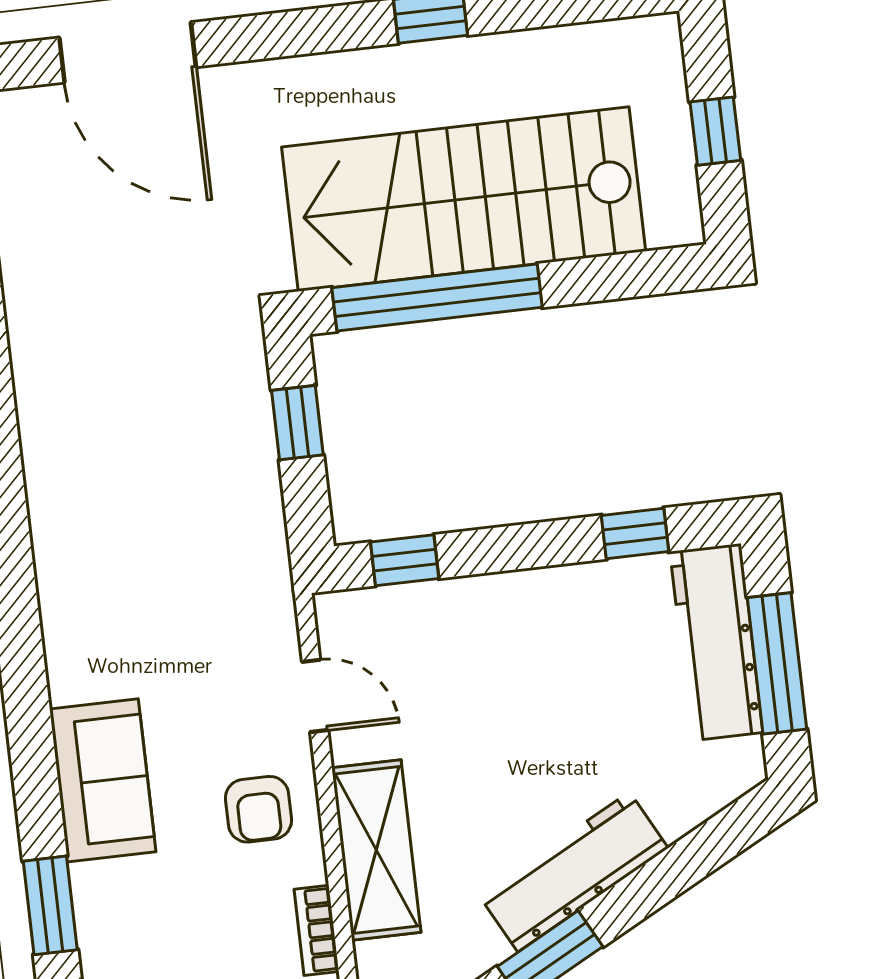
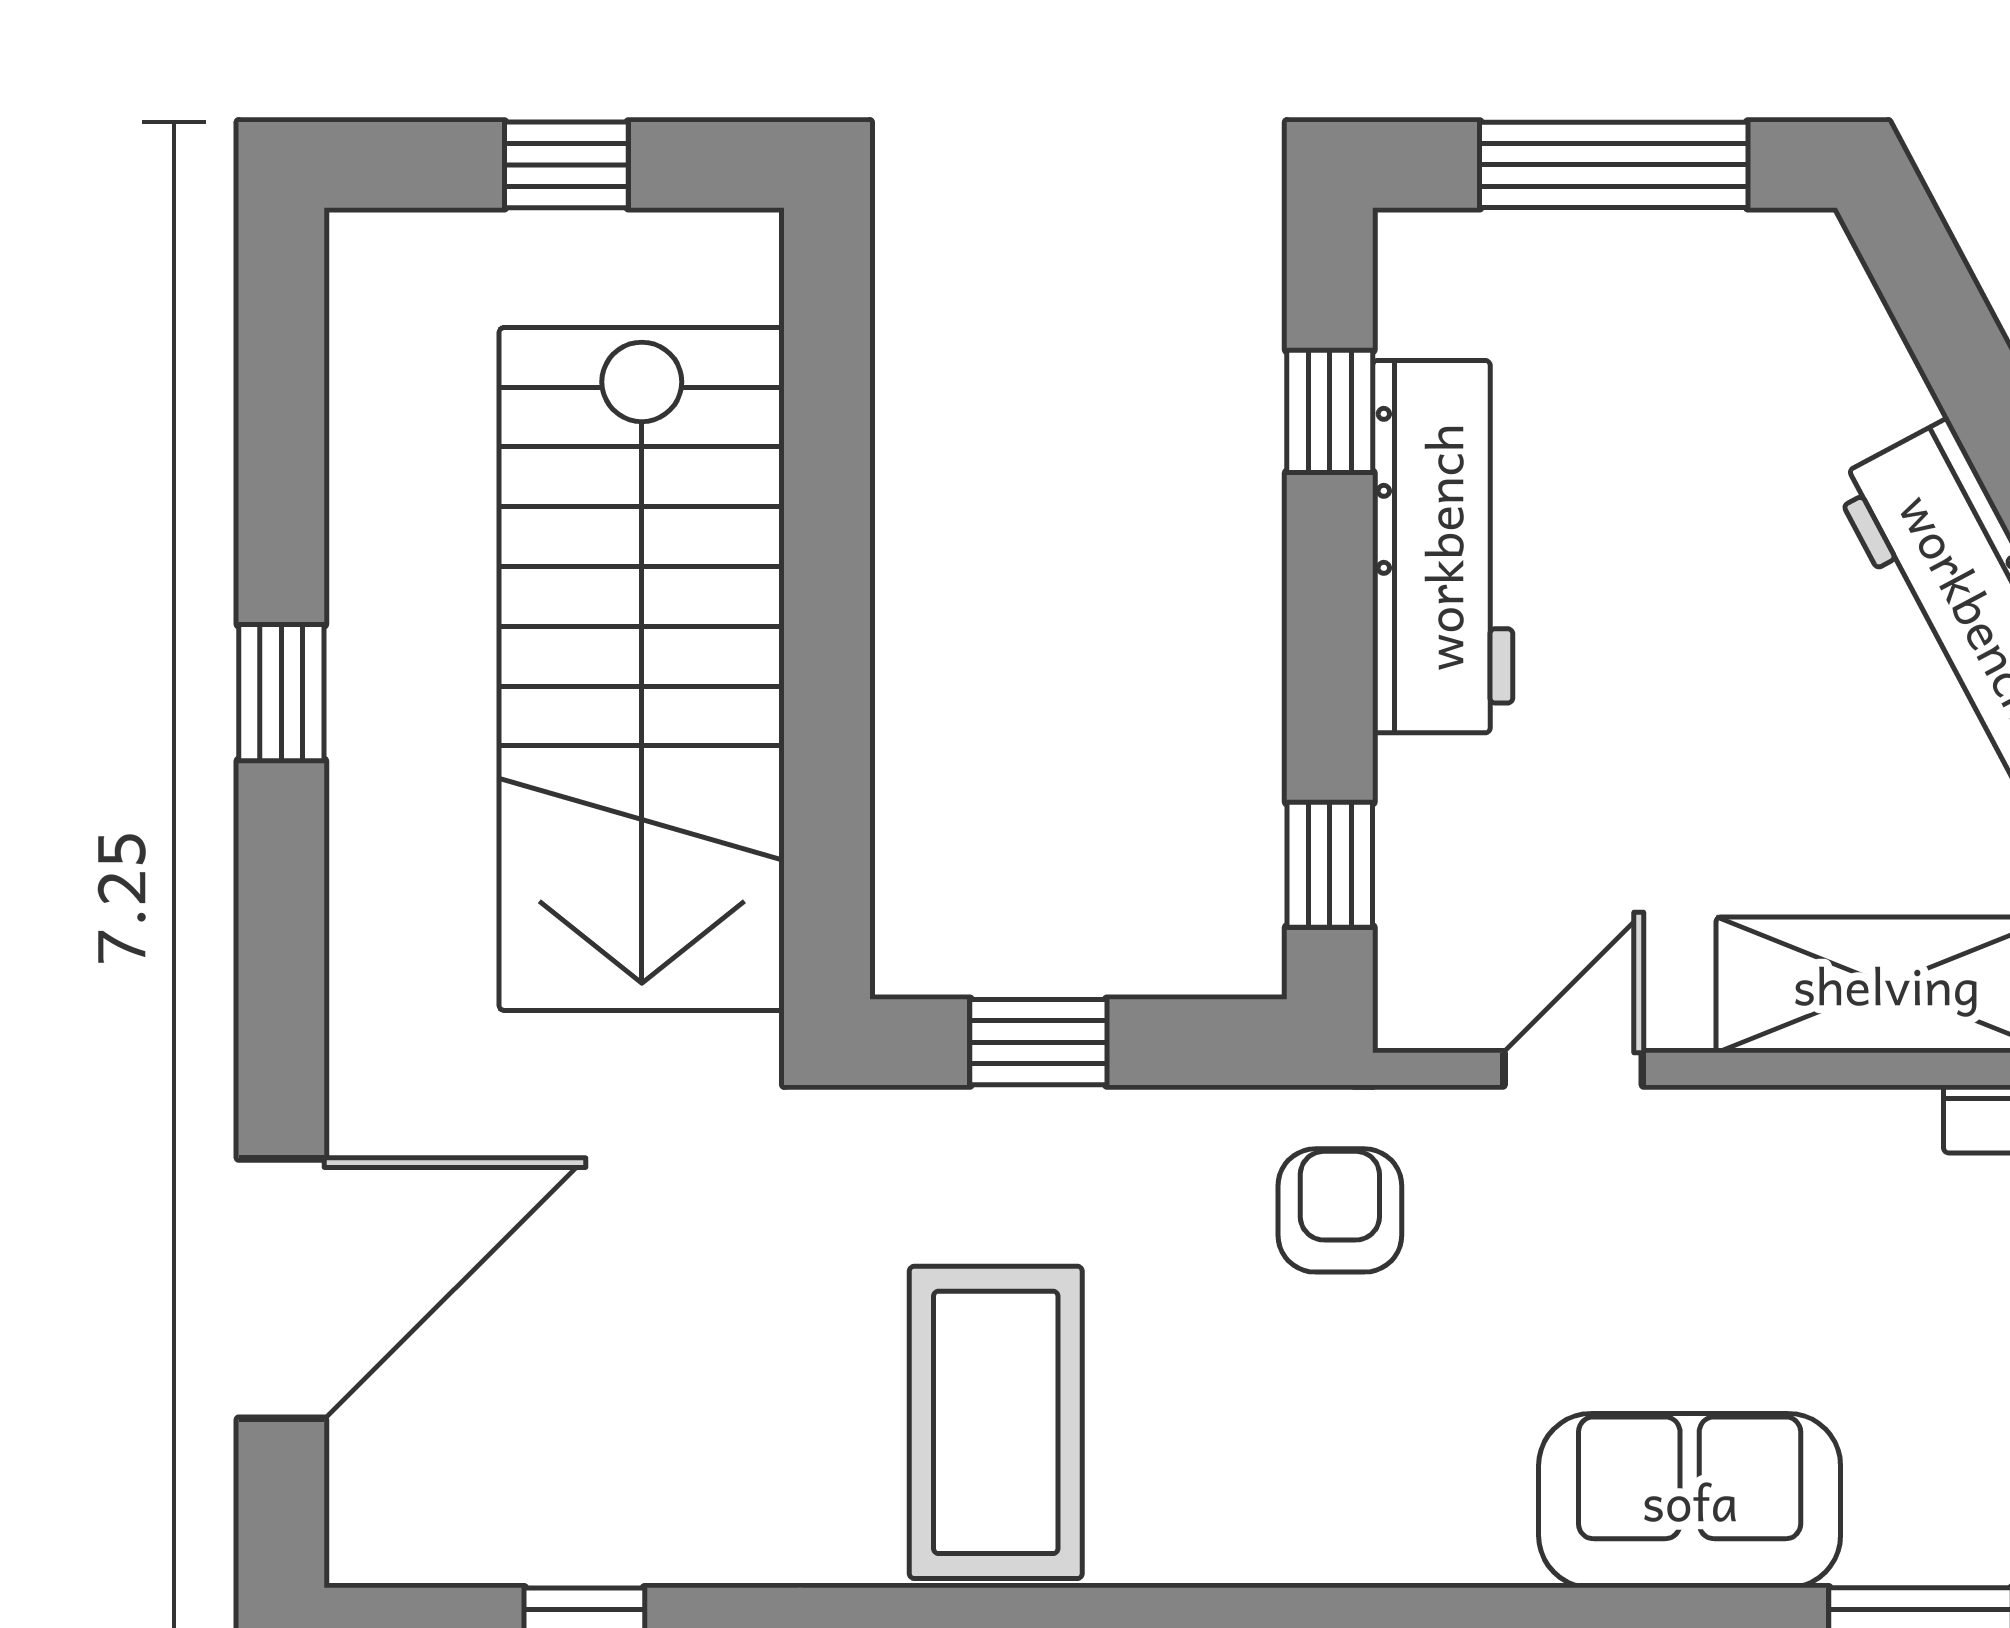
window: (437, 298) -> (827, 743), removed
coffee table: (102, 423) -> (996, 1422), added
workbench: (716, 642) -> (1443, 547), moved, turned -90
armchair: (258, 809) -> (1340, 1210), moved, turned -90

